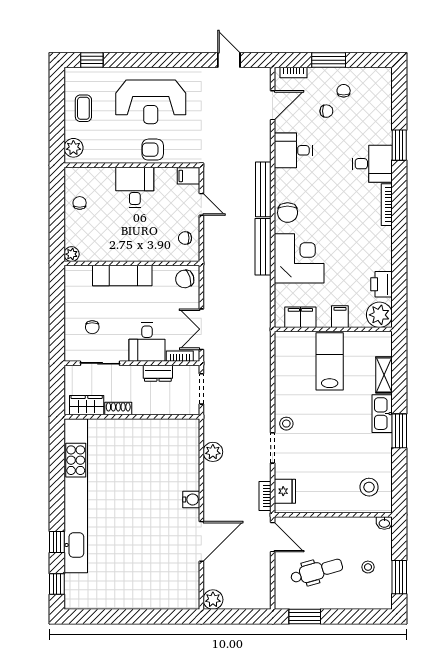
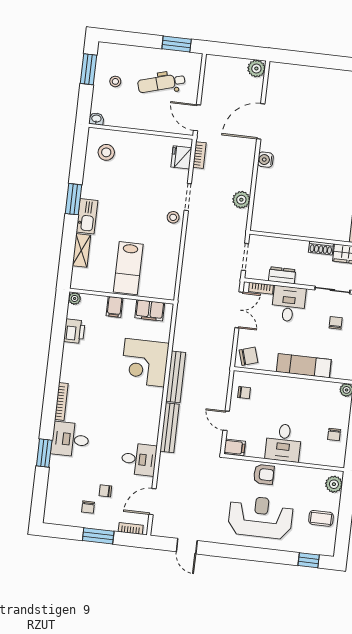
coffee table: (83, 108) -> (321, 518), turned 90
chair: (288, 213) -> (150, 405), removed
plant: (379, 315) -> (75, 298), width x0.53, depth x0.53

